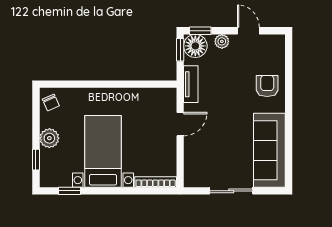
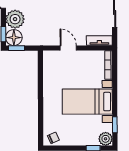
plant: (222, 41) -> (15, 19), width x1.88, depth x1.88
tv unit: (191, 84) -> (99, 41), moved
plant: (49, 138) -> (106, 139), moved

